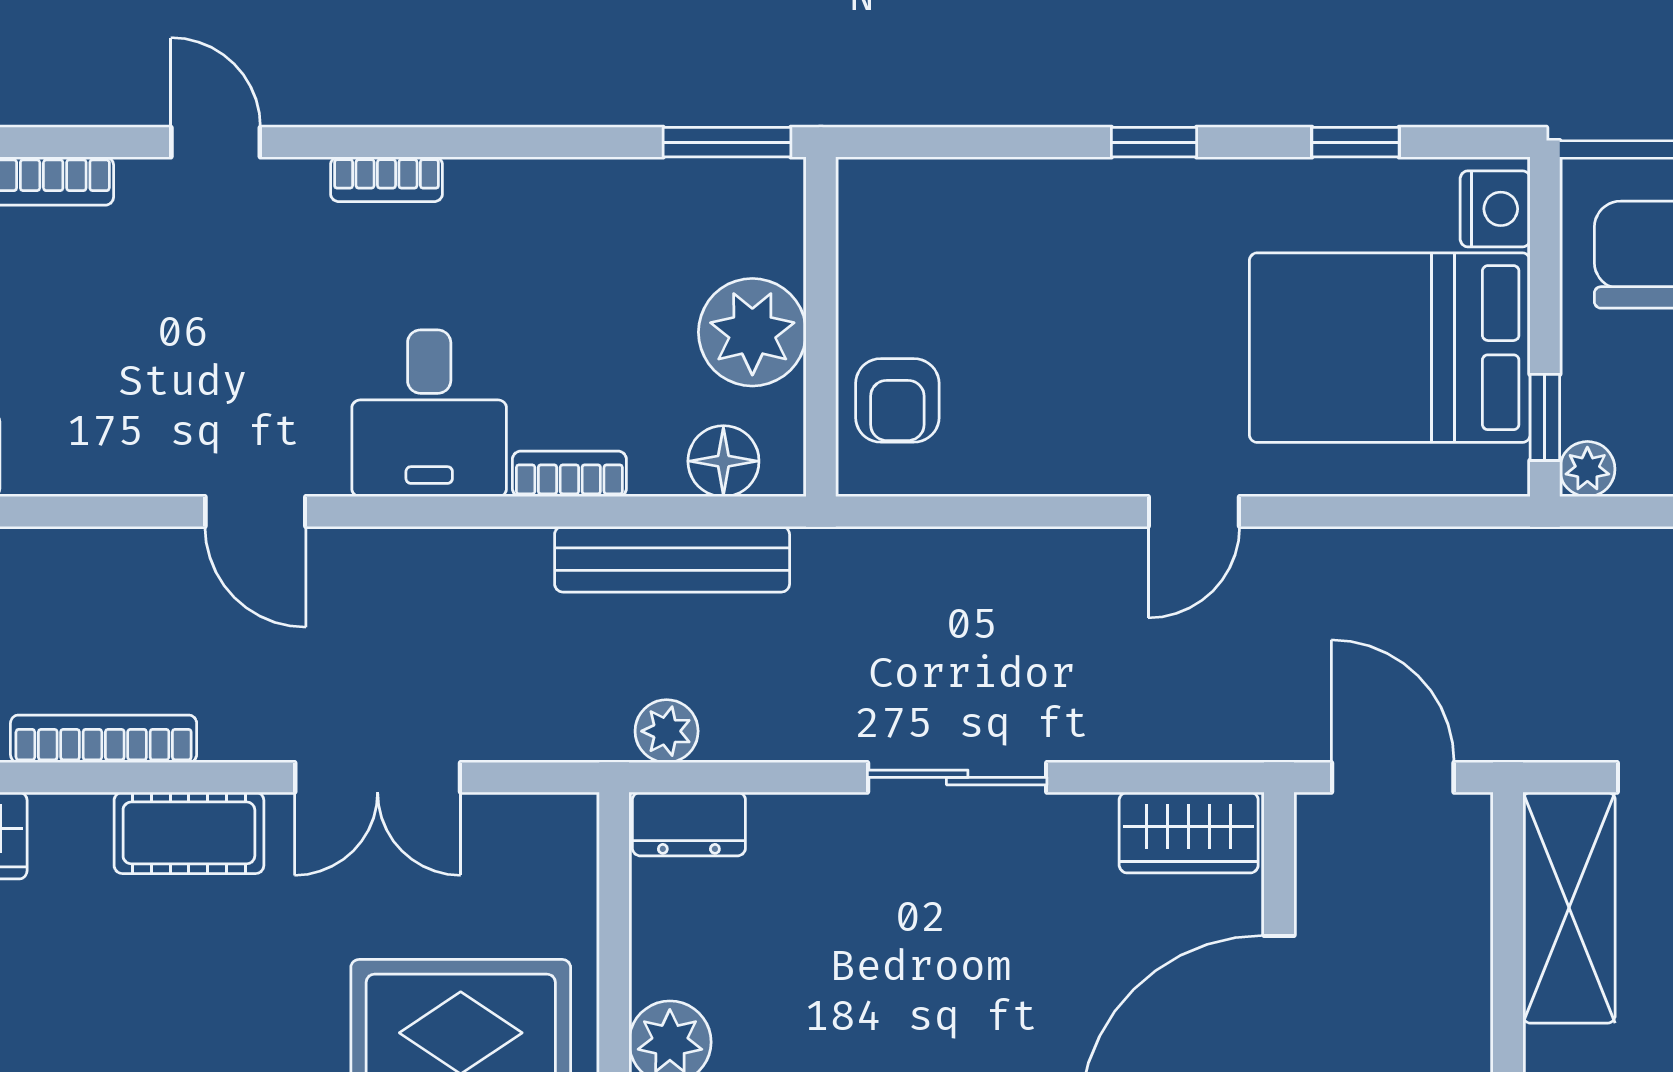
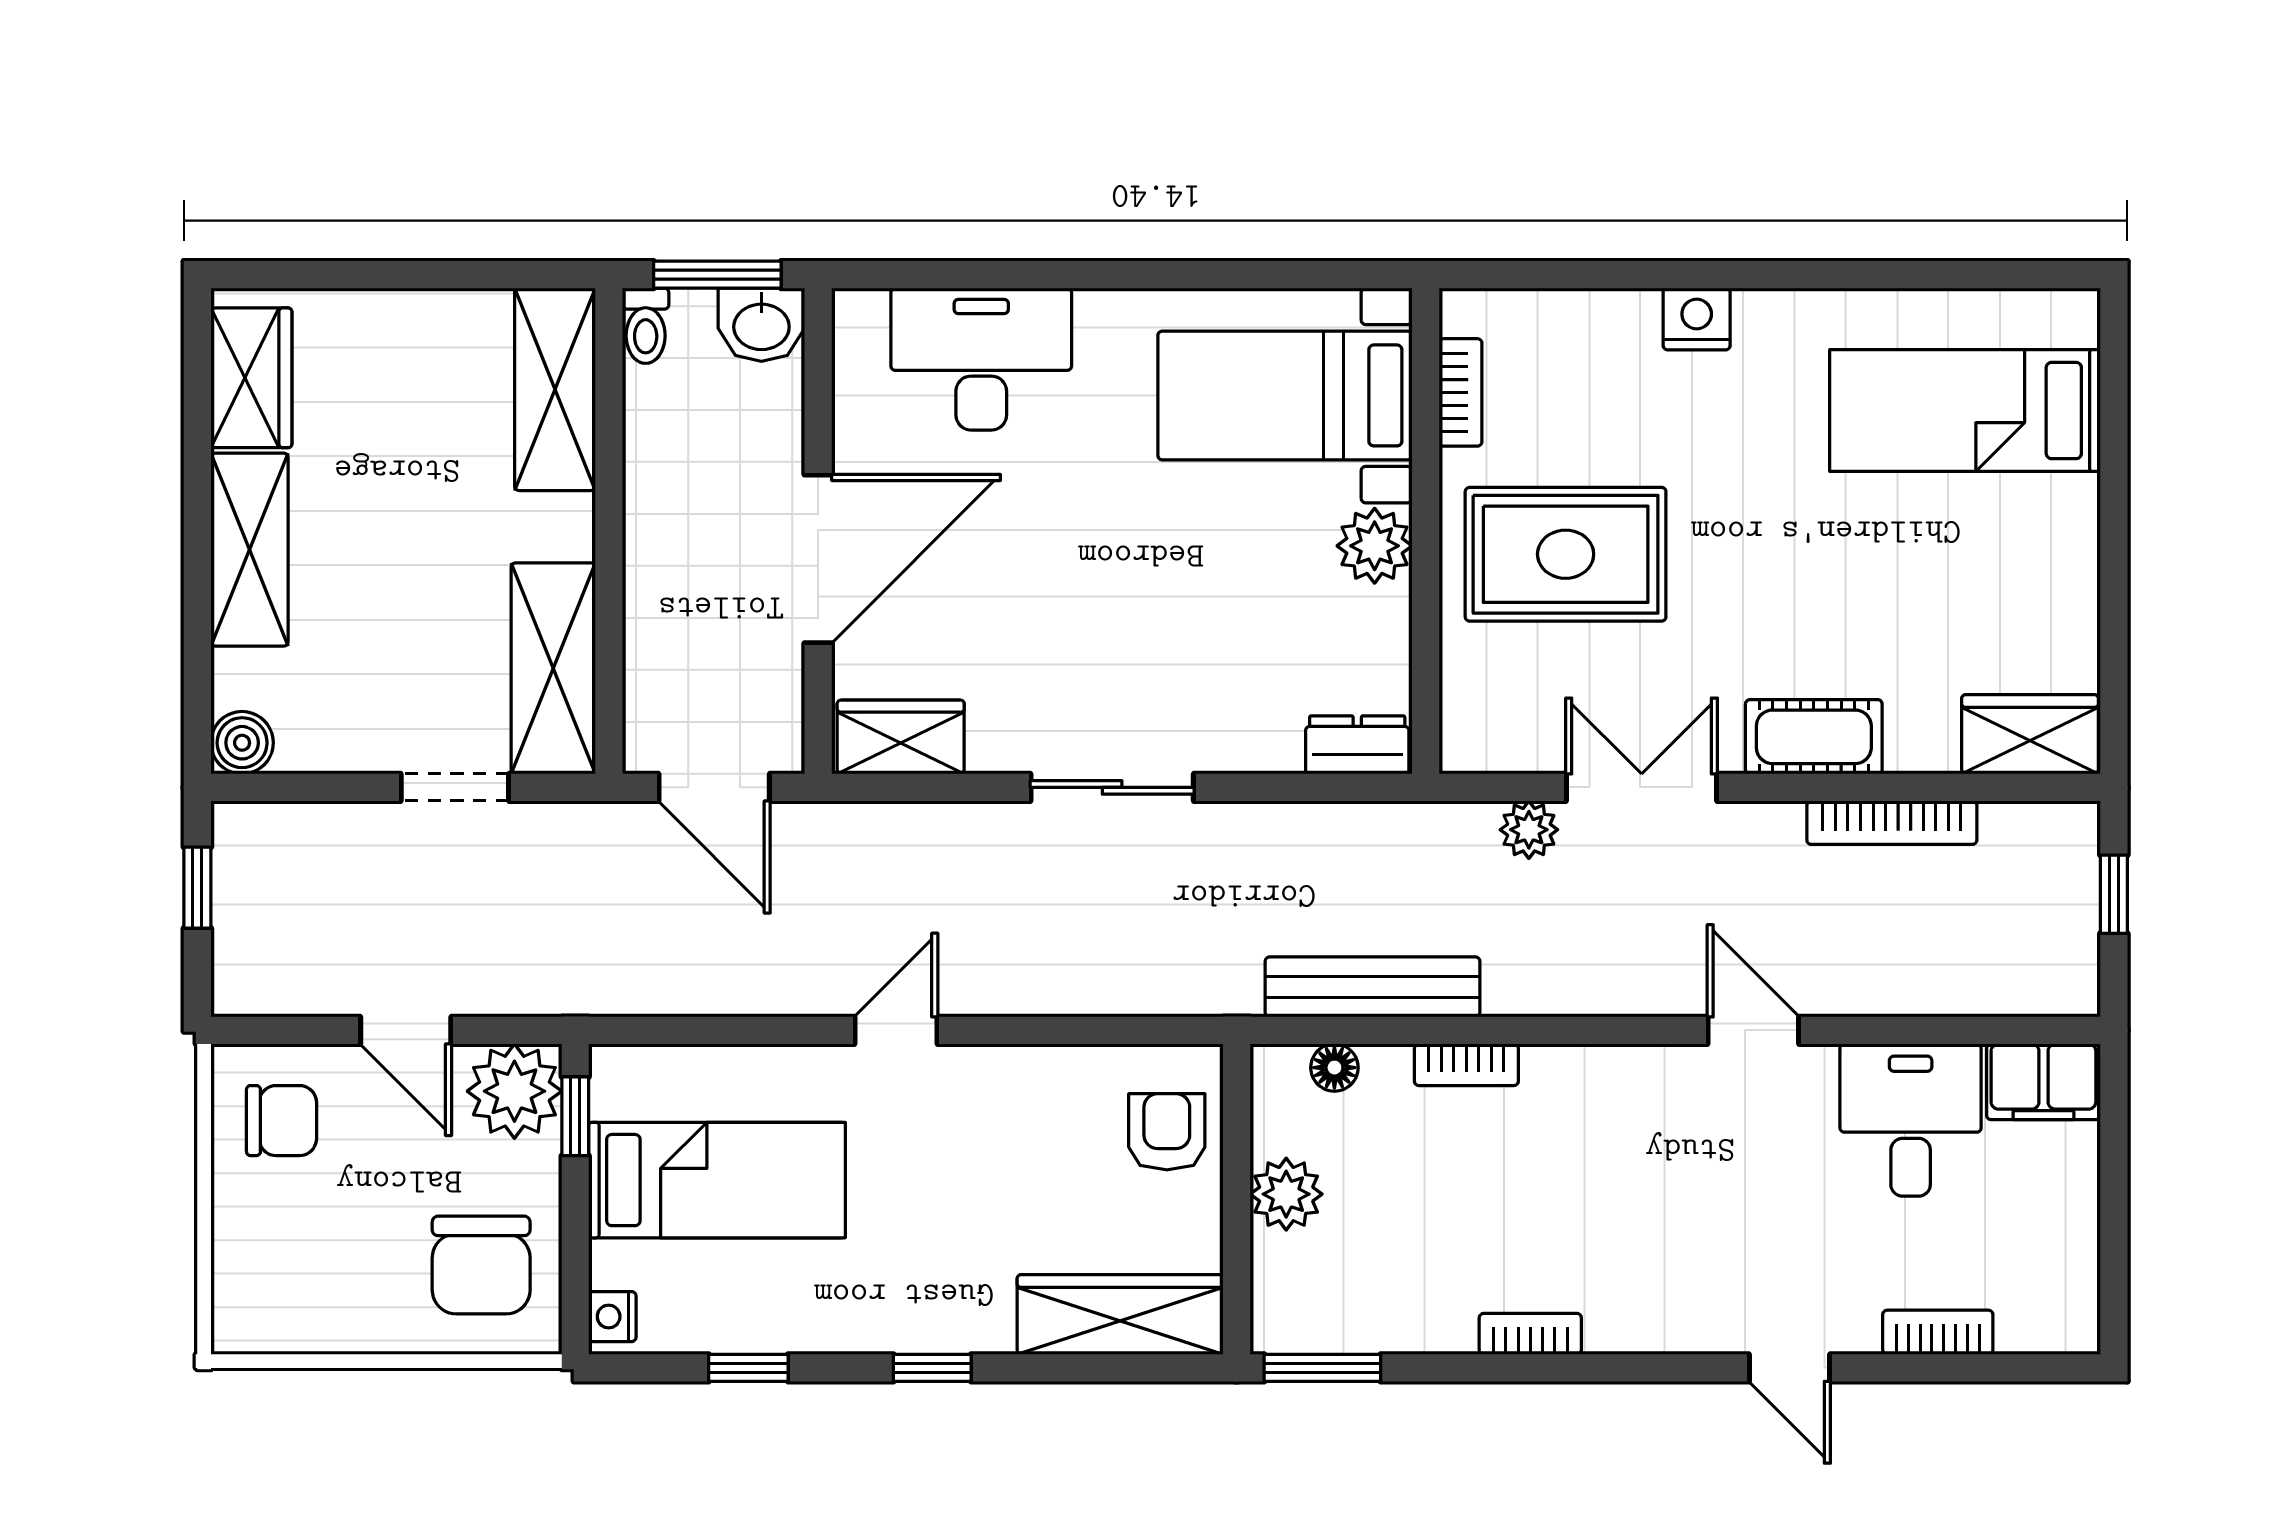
bookcase: (386, 179) -> (1530, 1334), moved
wardrobe: (948, 200) -> (1120, 1314), added
nightstand: (1495, 209) -> (612, 1317), width x0.72, depth x0.74
plant: (752, 332) -> (1286, 1194), width x0.73, depth x0.73
bed: (1390, 348) -> (717, 1180), width x0.67
desk: (429, 413) -> (1911, 1120), moved
floor lamp: (723, 461) -> (1334, 1068), width x0.73, depth x0.73
plant: (1587, 469) -> (514, 1091), width x1.87, depth x1.87
plant: (667, 731) -> (1529, 830), moved

